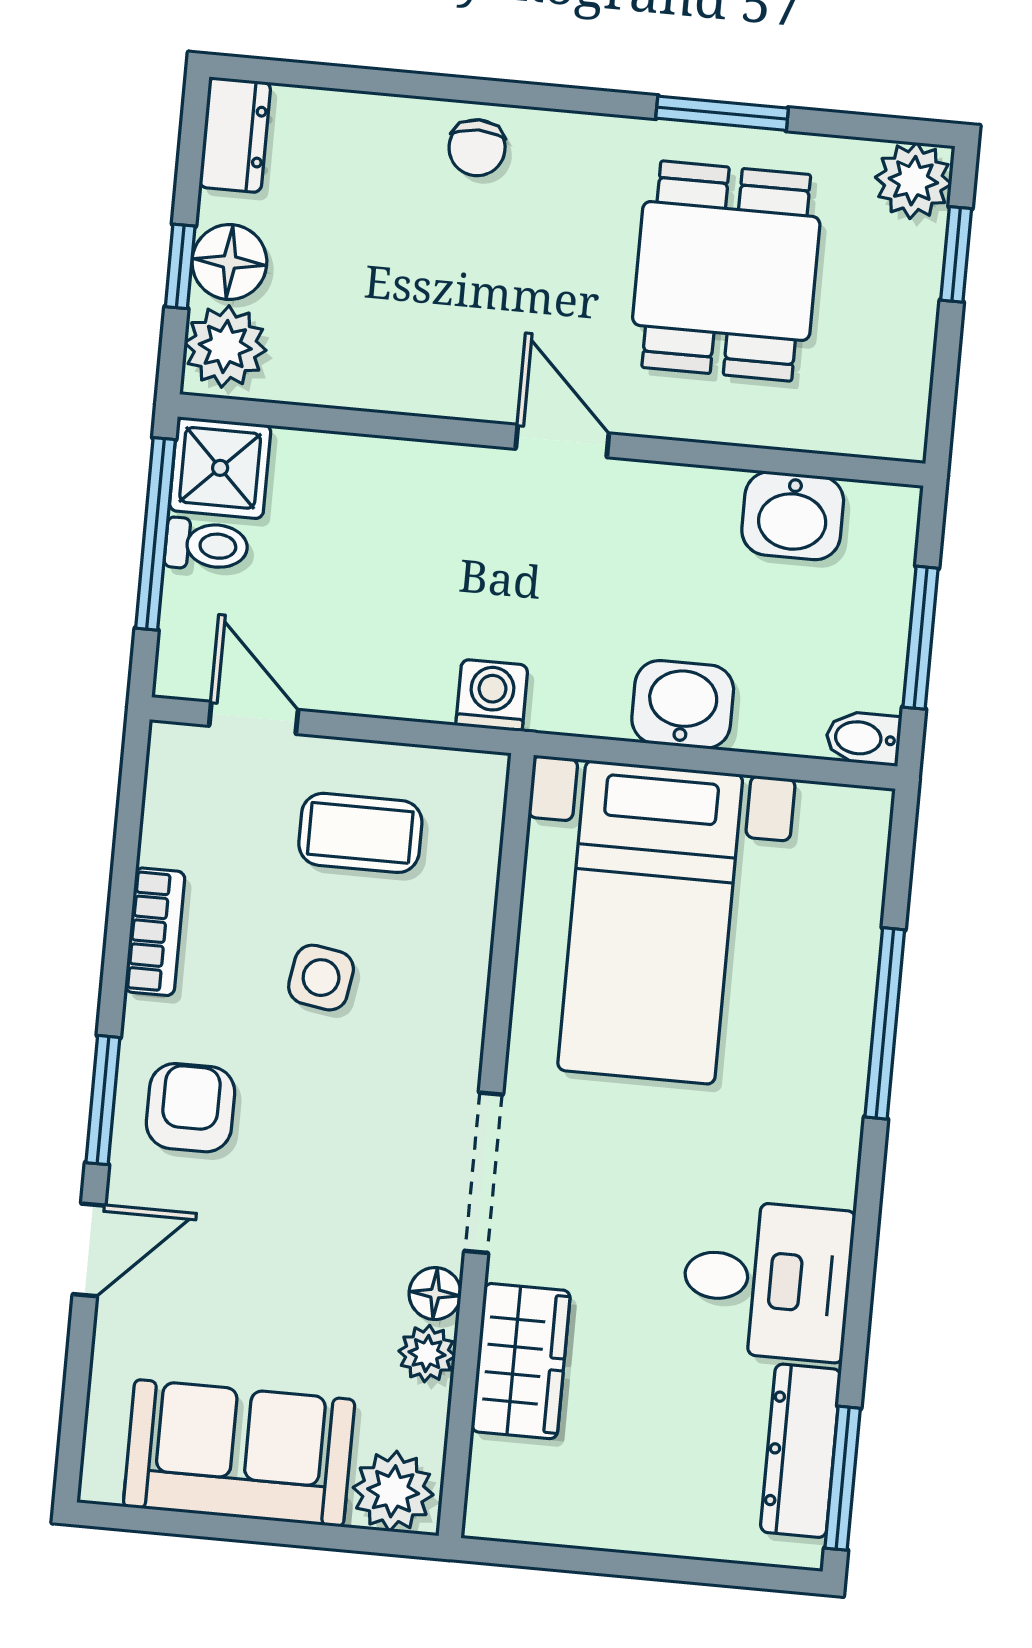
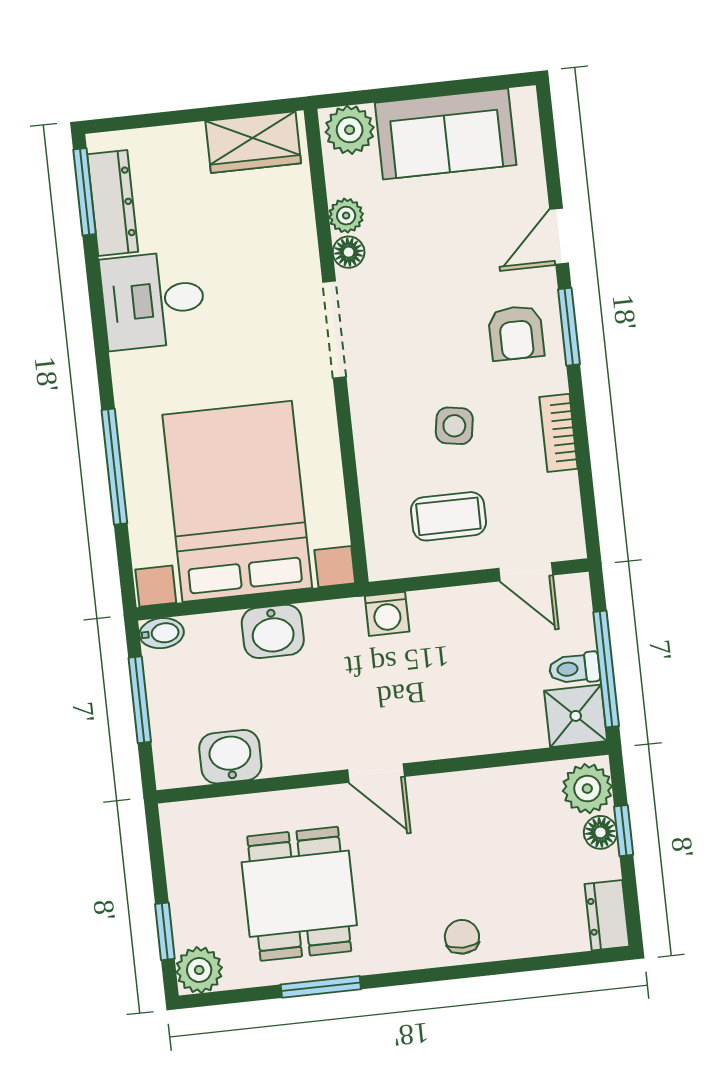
floor lamp: (229, 262) -> (600, 832), width x0.73, depth x0.73
bed with nightstands: (650, 922) -> (237, 501), width x1.36
wardrobe: (521, 1361) -> (253, 142), moved, turned -90

